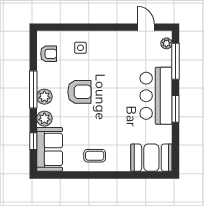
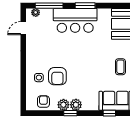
window: (33, 90) -> (70, 113), width x0.46
armchair: (79, 92) -> (57, 76), moved, turned 180
plant: (44, 119) -> (63, 105), moved

